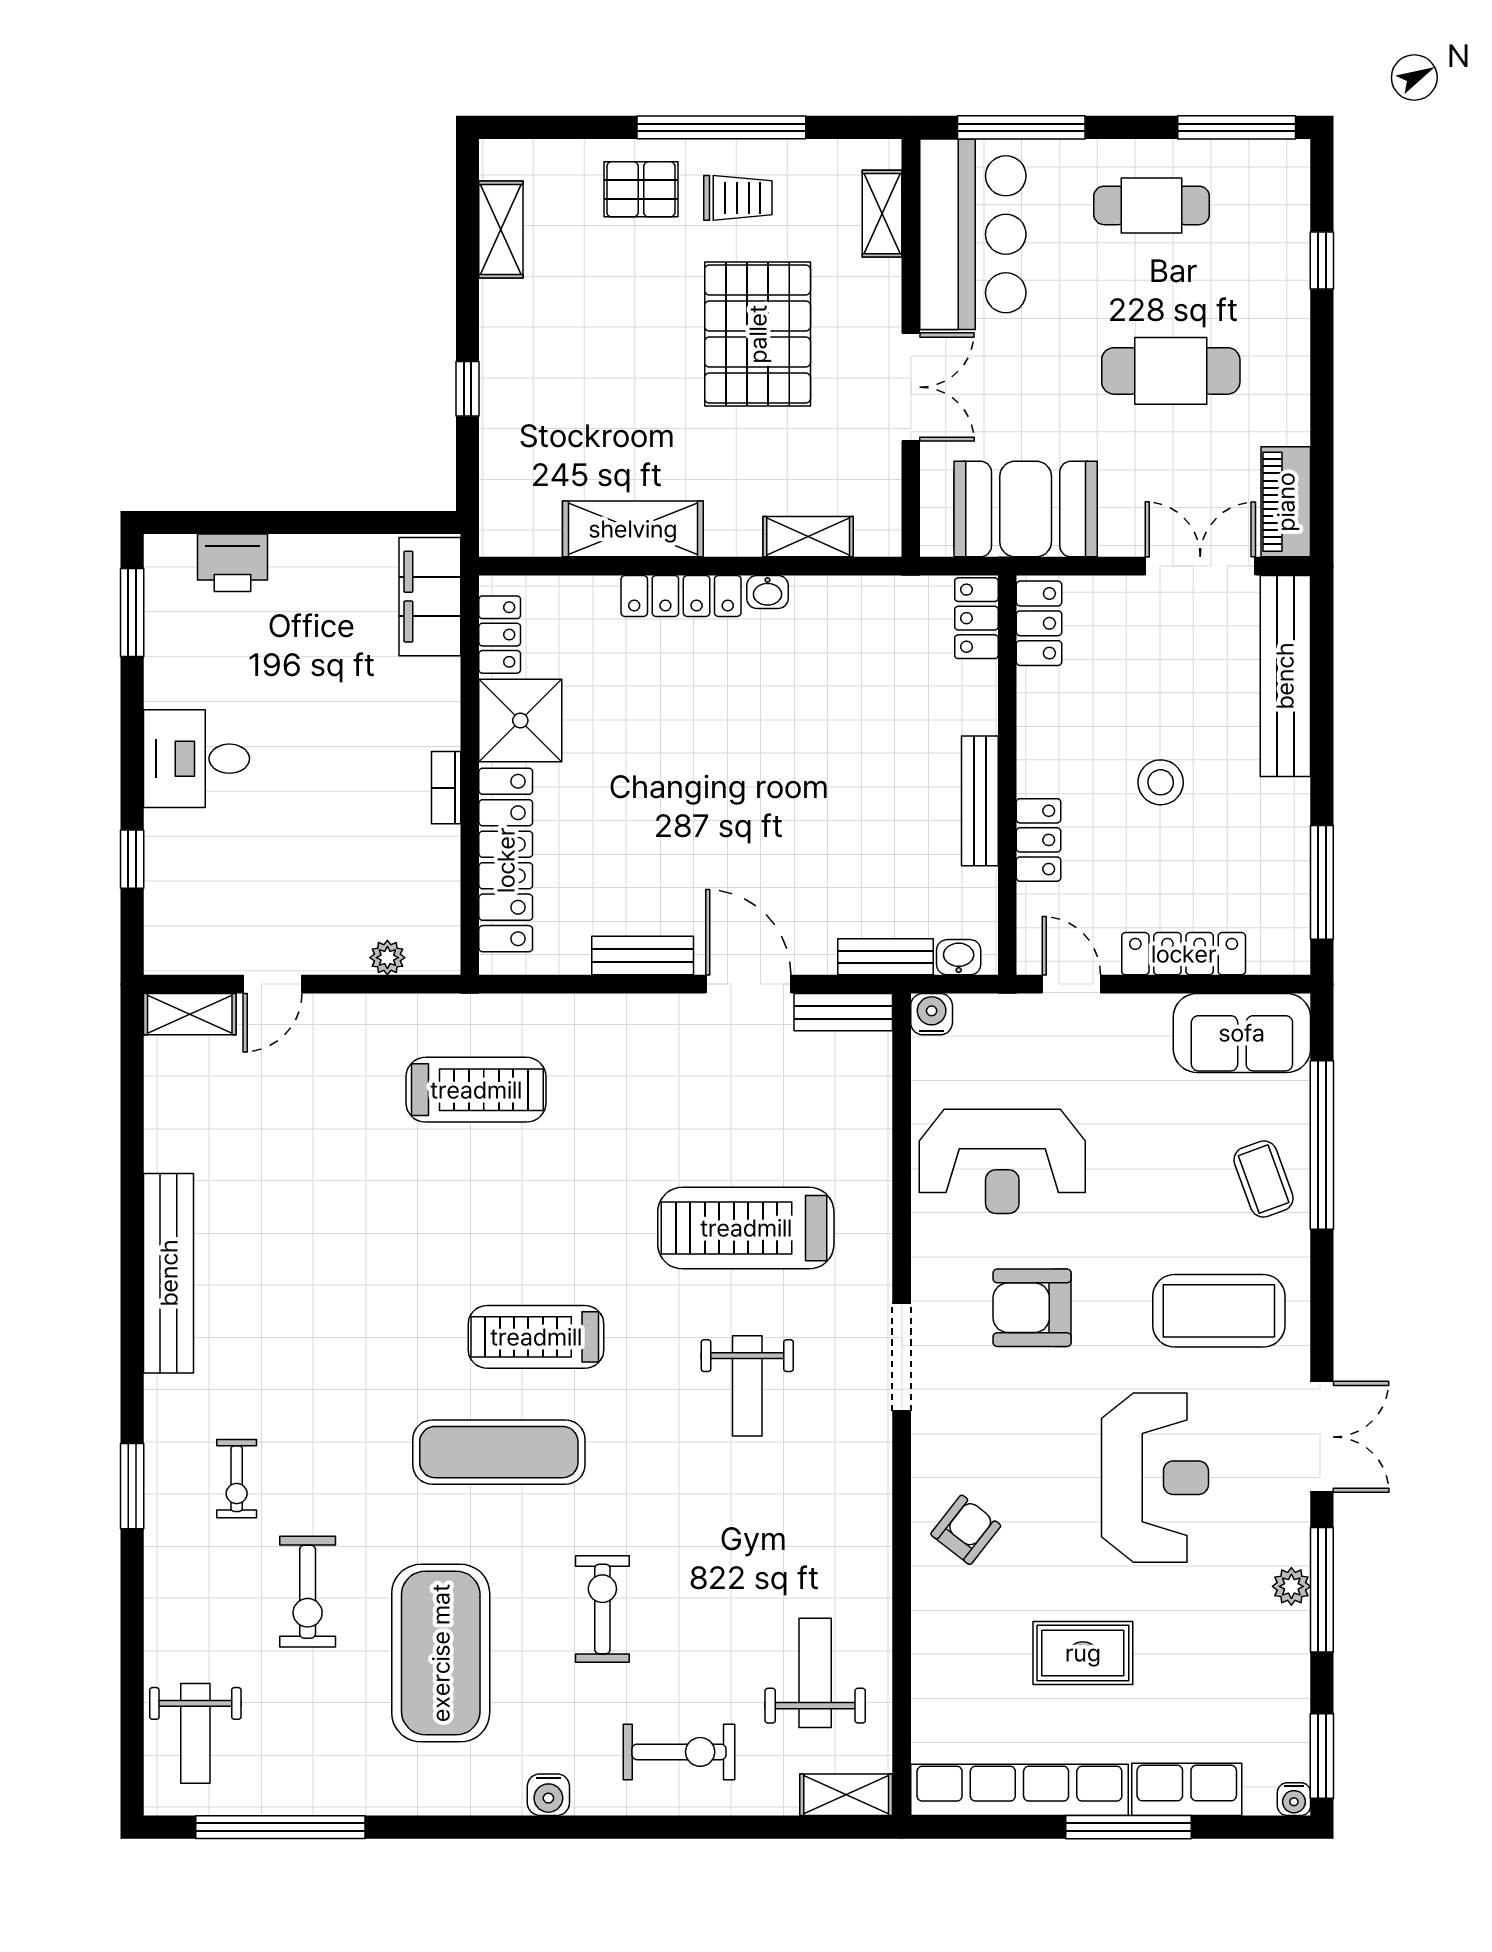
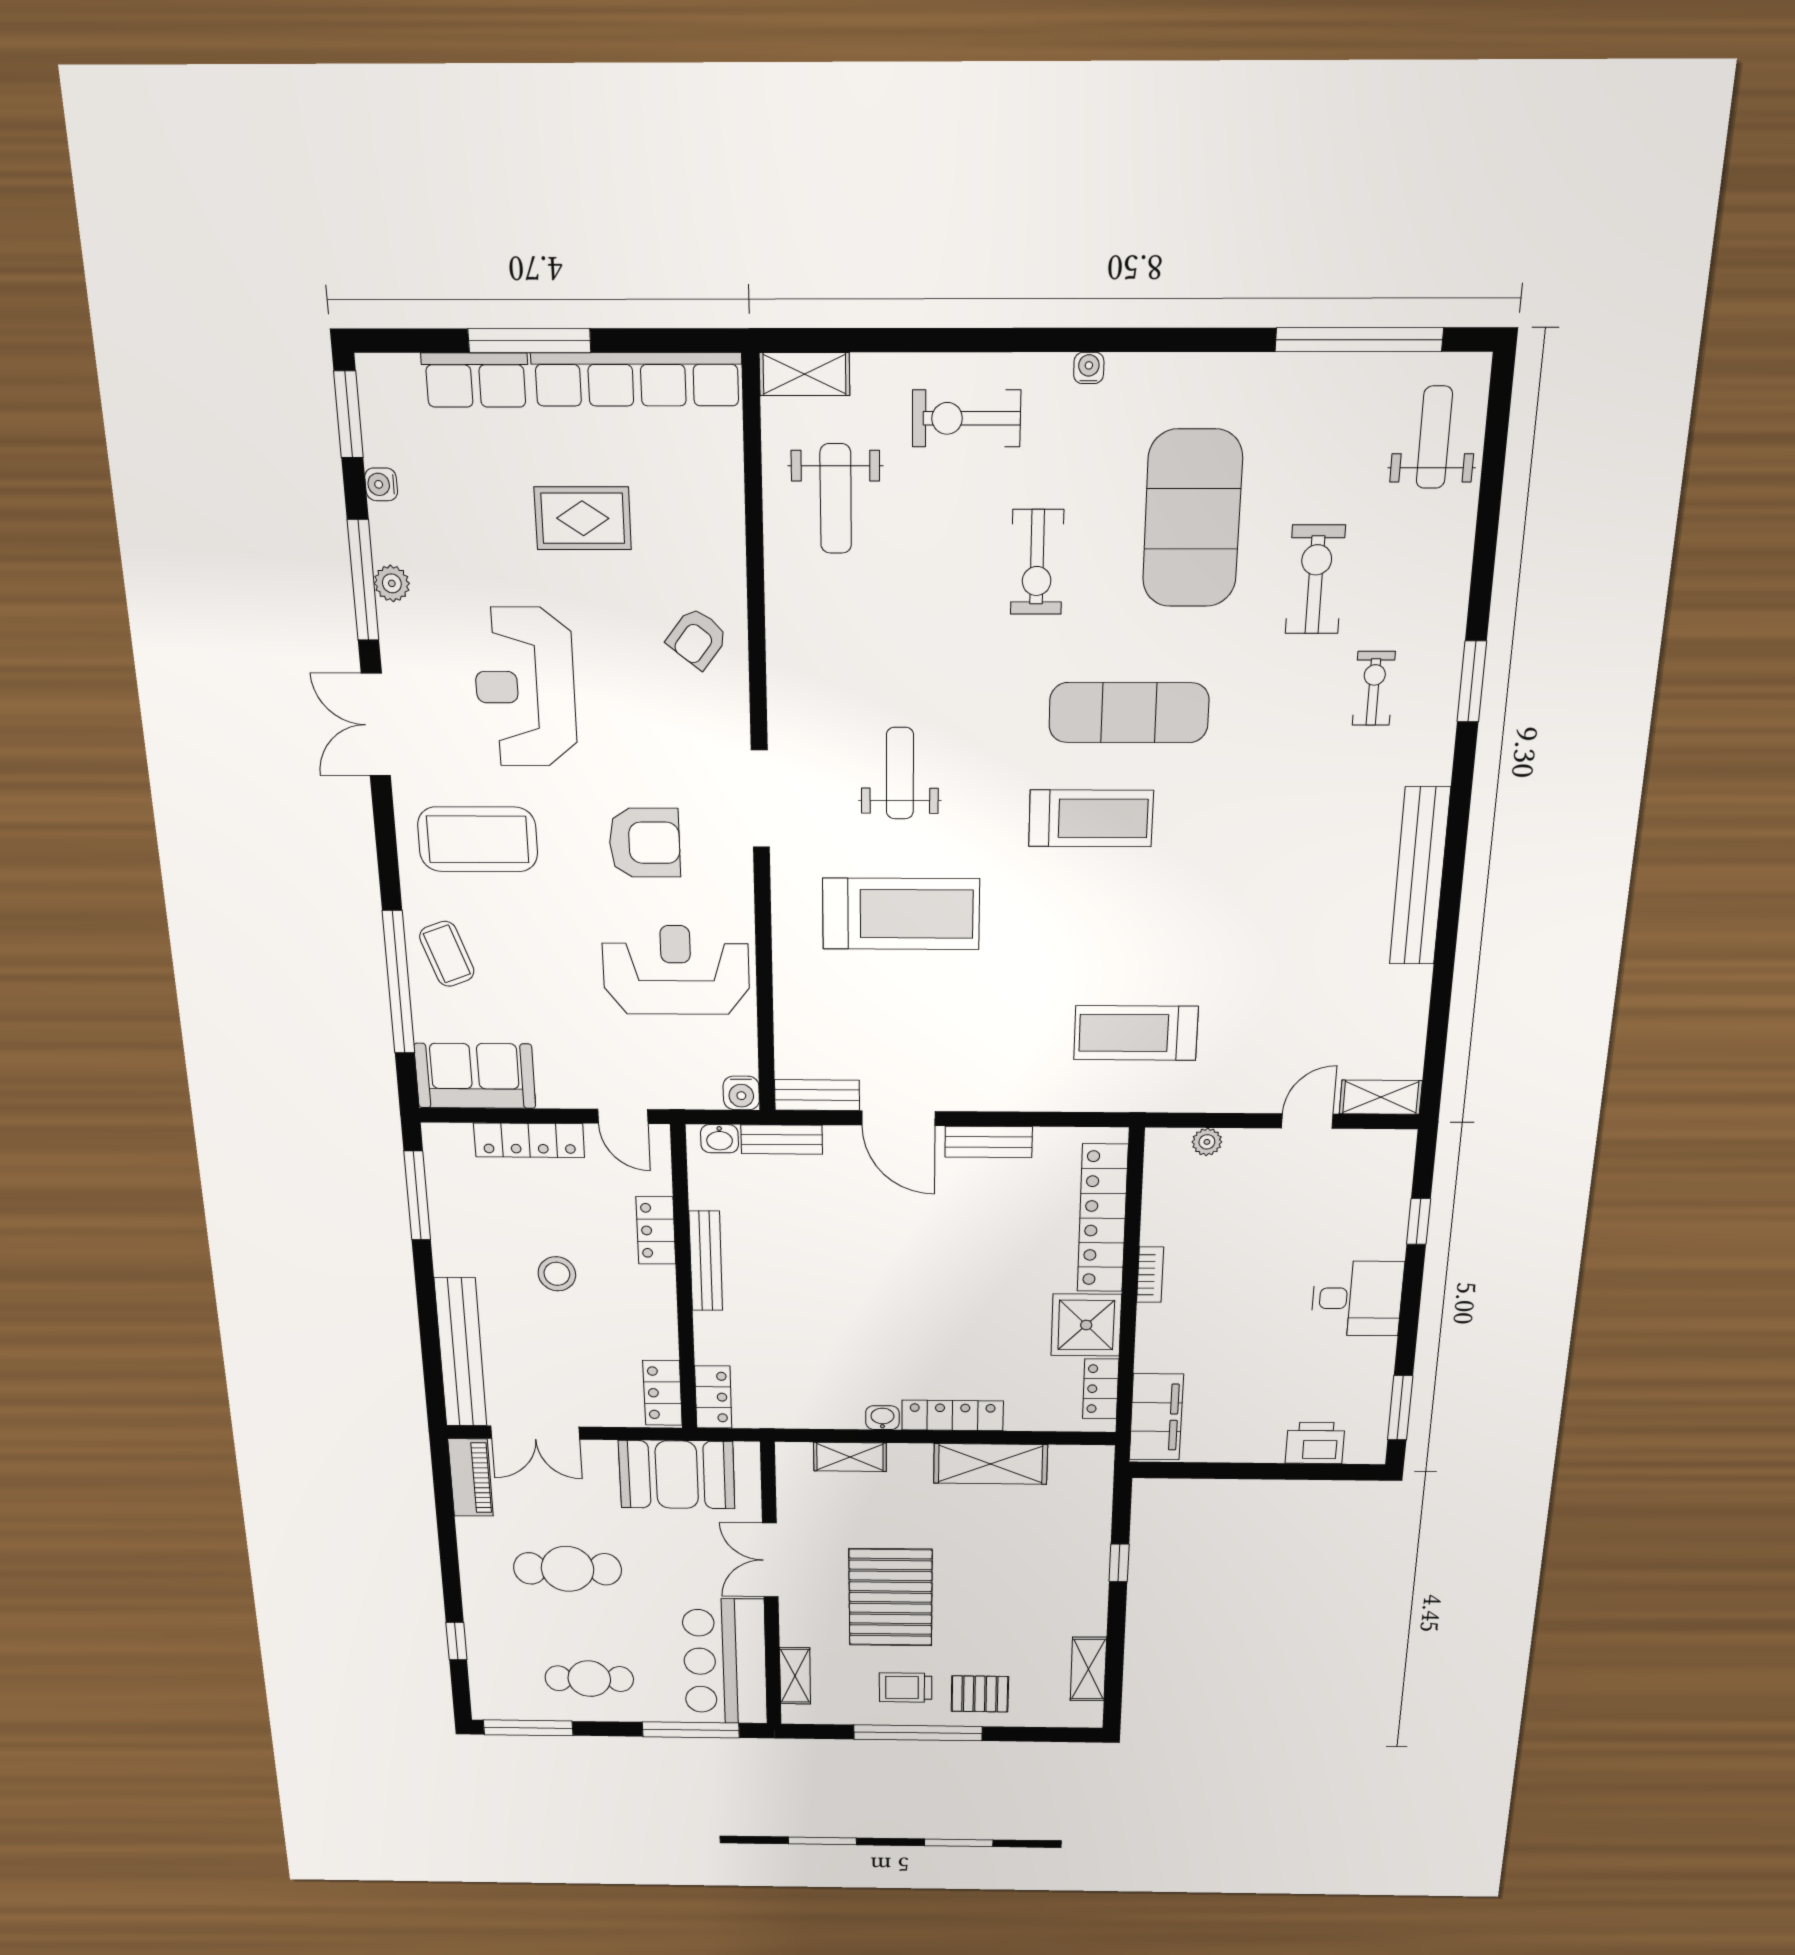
water cooler: (548, 1795) -> (1089, 368), width x0.72, depth x0.72
water cooler: (1294, 1799) -> (381, 484), moved, turned -90

